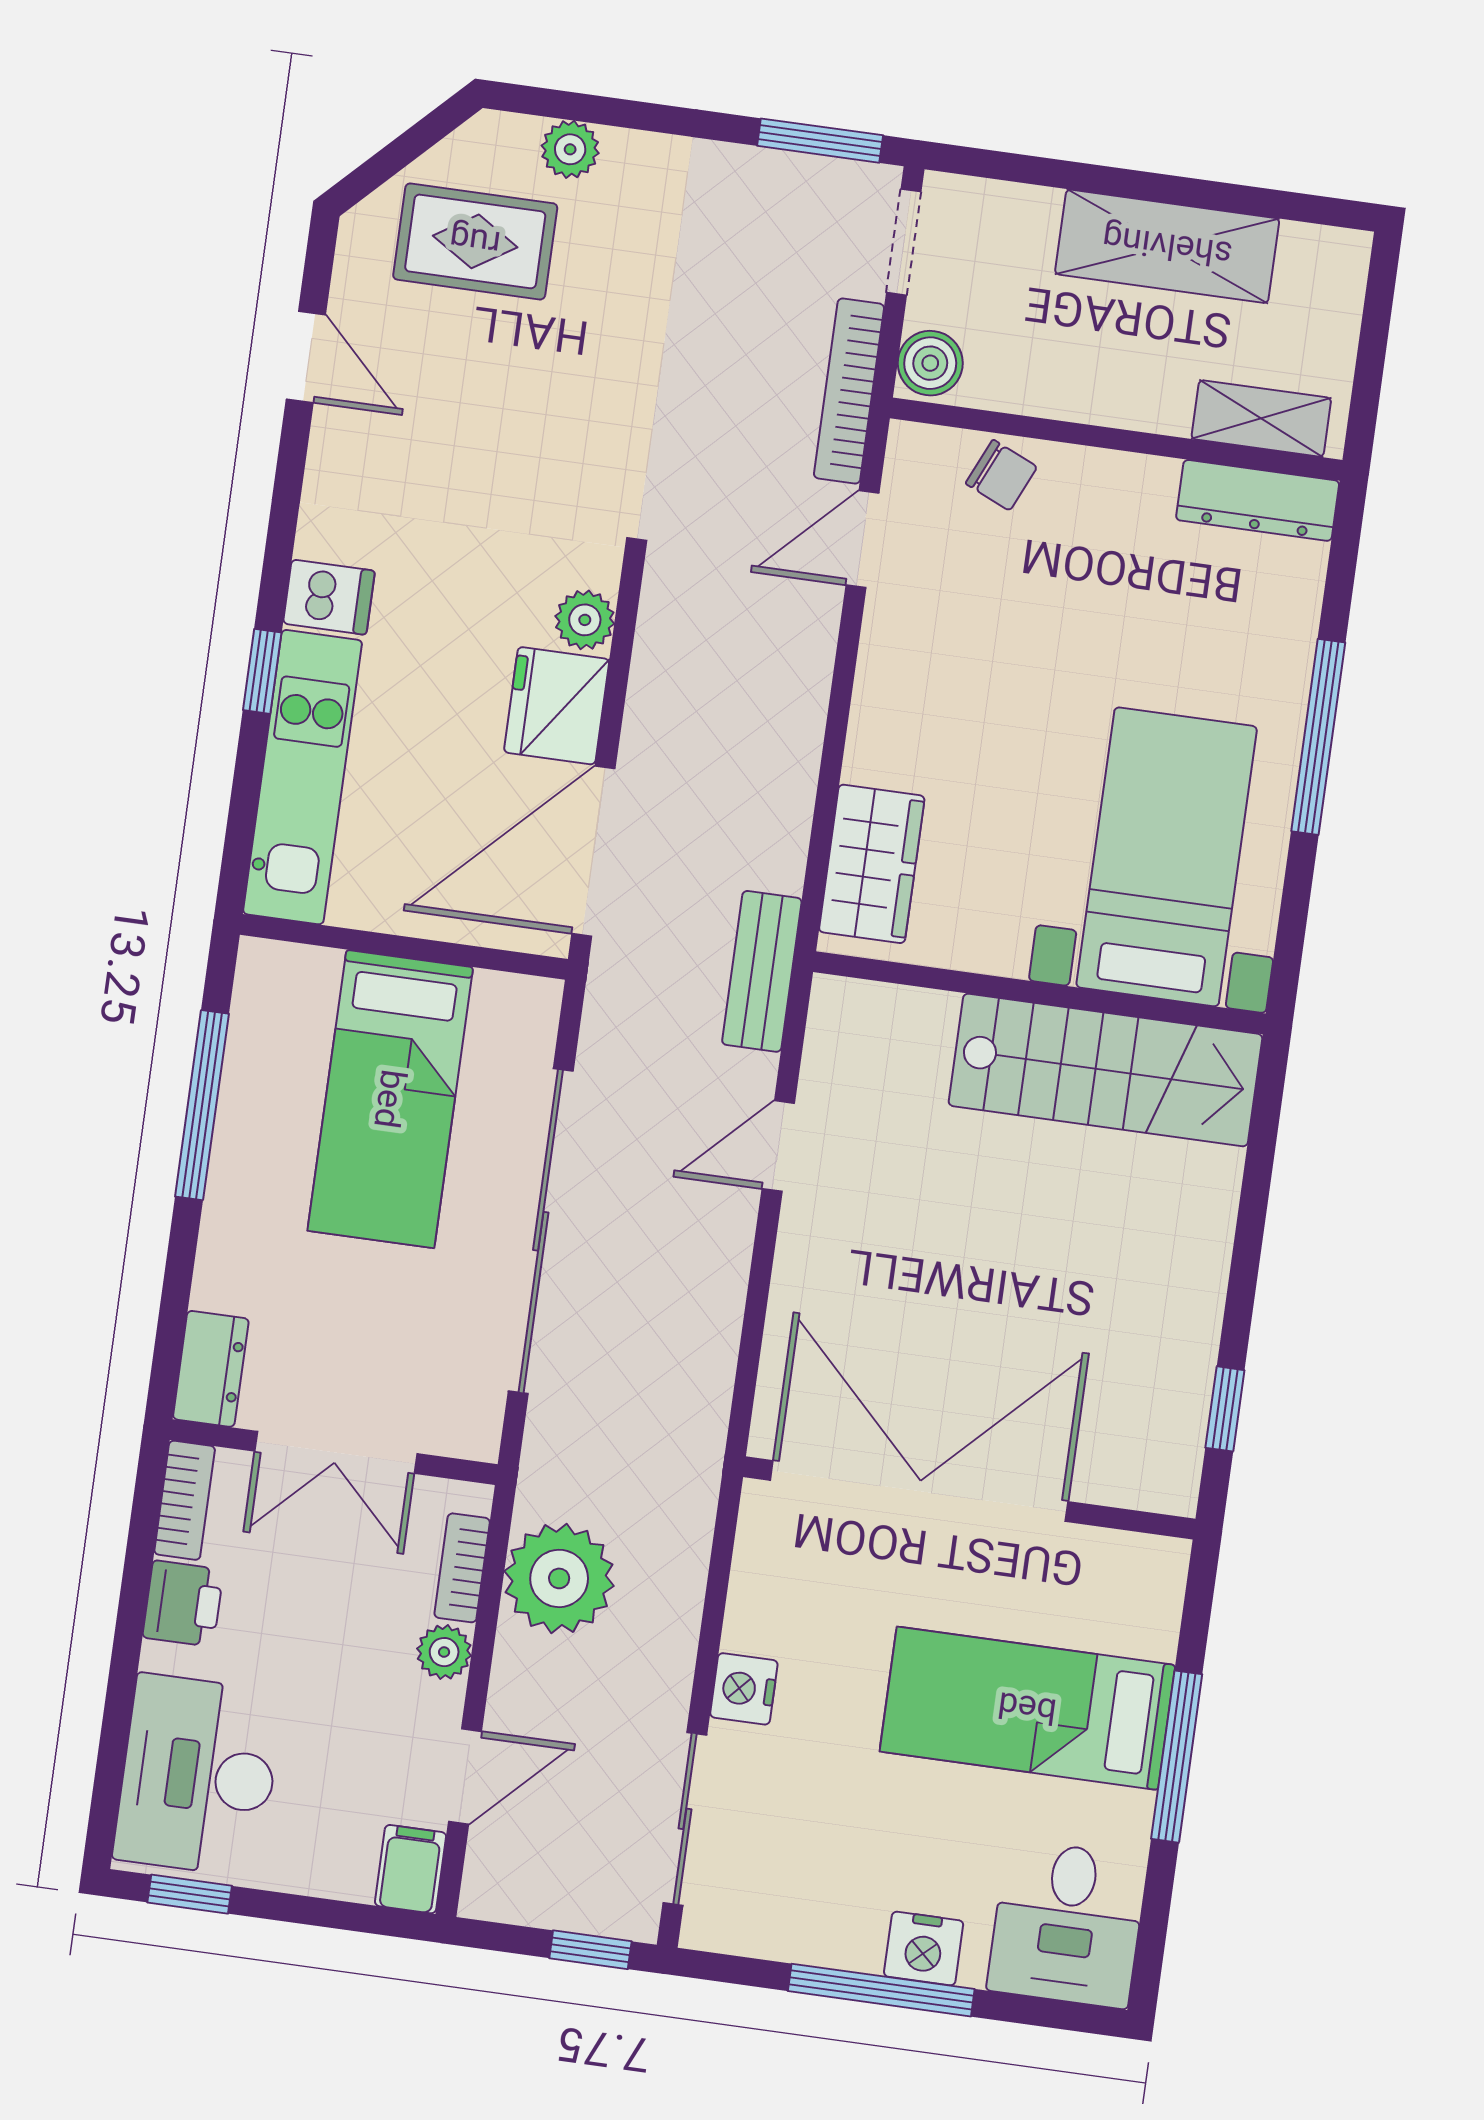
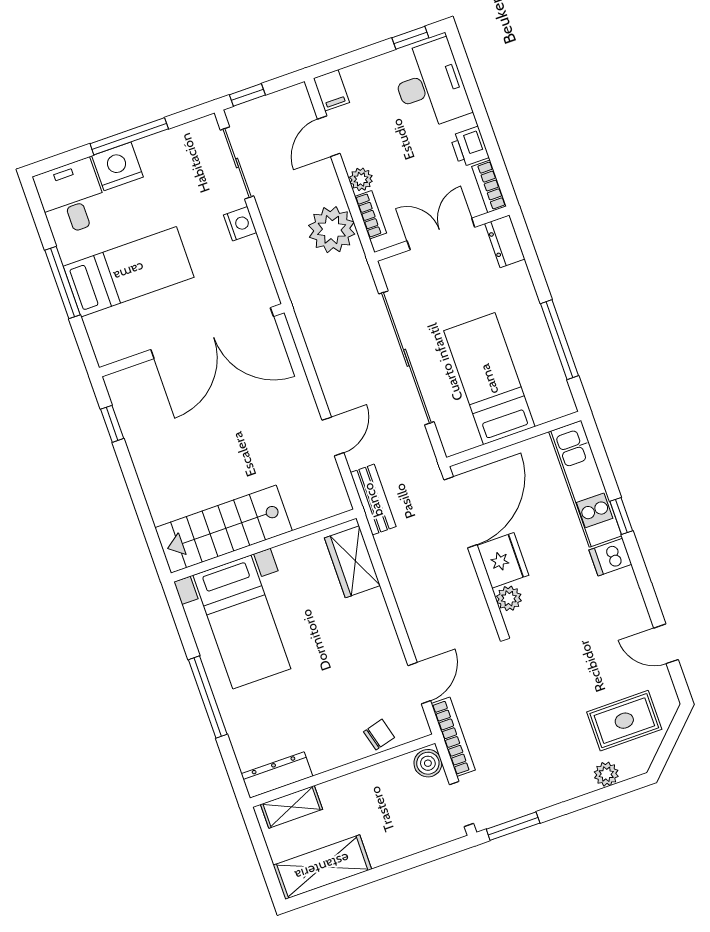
shelving: (1167, 246) -> (322, 867), moved
chair: (1001, 475) -> (379, 735), turned 141
nightstand: (924, 1949) -> (118, 166), width x1.36, depth x1.33

